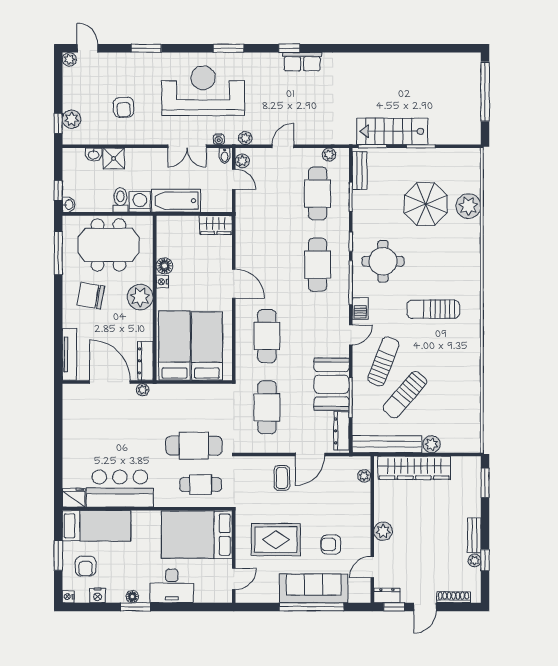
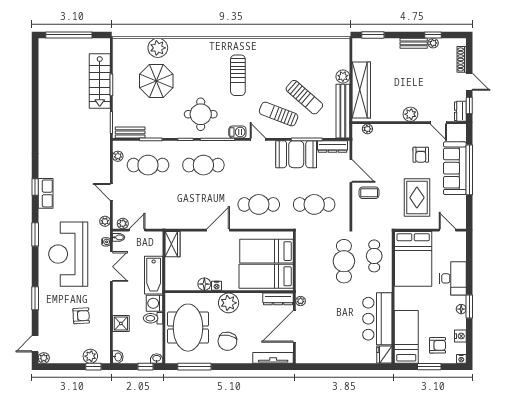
row of seats: (302, 62) -> (46, 193), moved
stairs: (392, 131) -> (100, 81), moved
washbasin: (94, 155) -> (118, 357), moved

